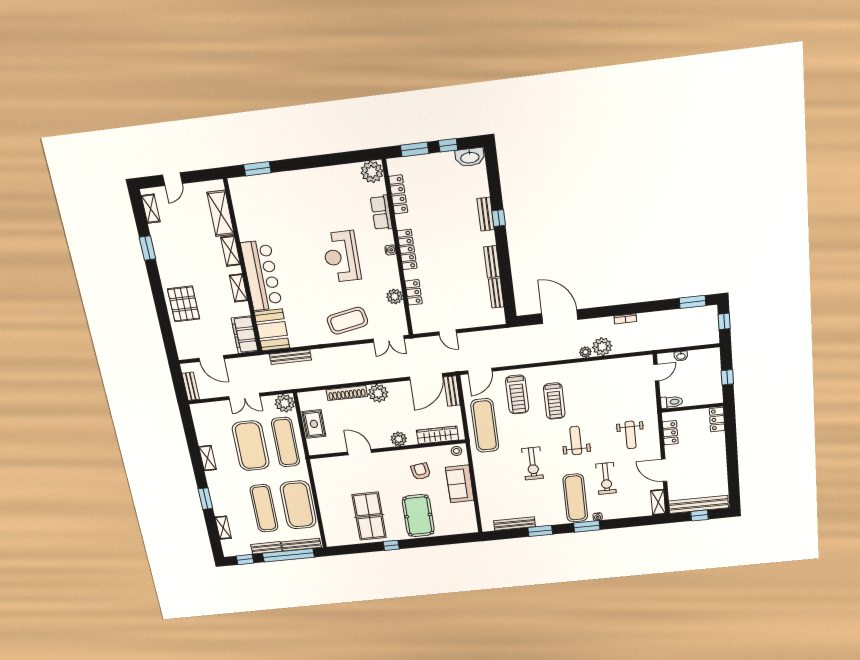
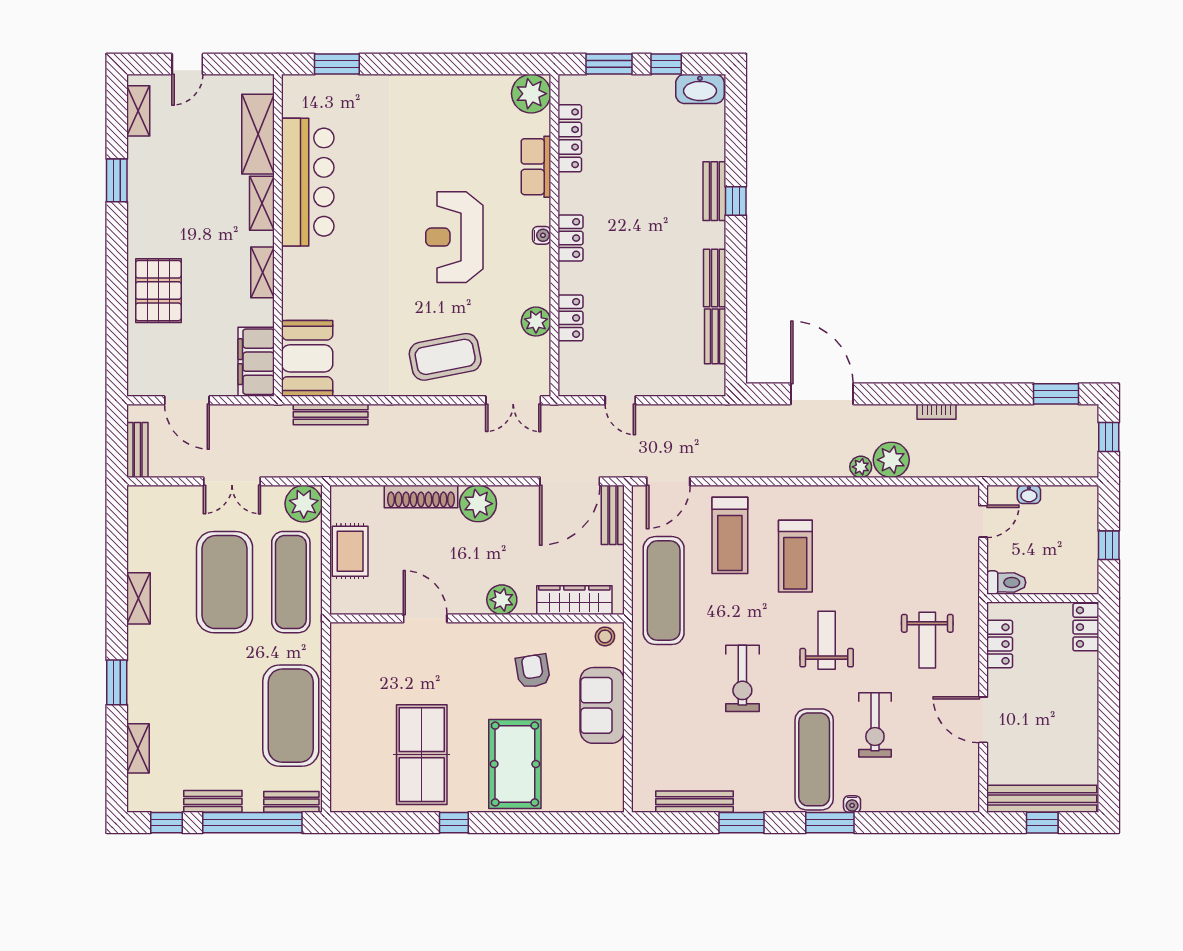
locker: (407, 250) -> (570, 238), width x0.66
bar counter: (262, 275) -> (308, 182), moved
shelving: (658, 502) -> (967, 786), removed
exercise mat: (264, 508) -> (225, 716), removed
bench: (301, 545) -> (291, 802), width x0.73

